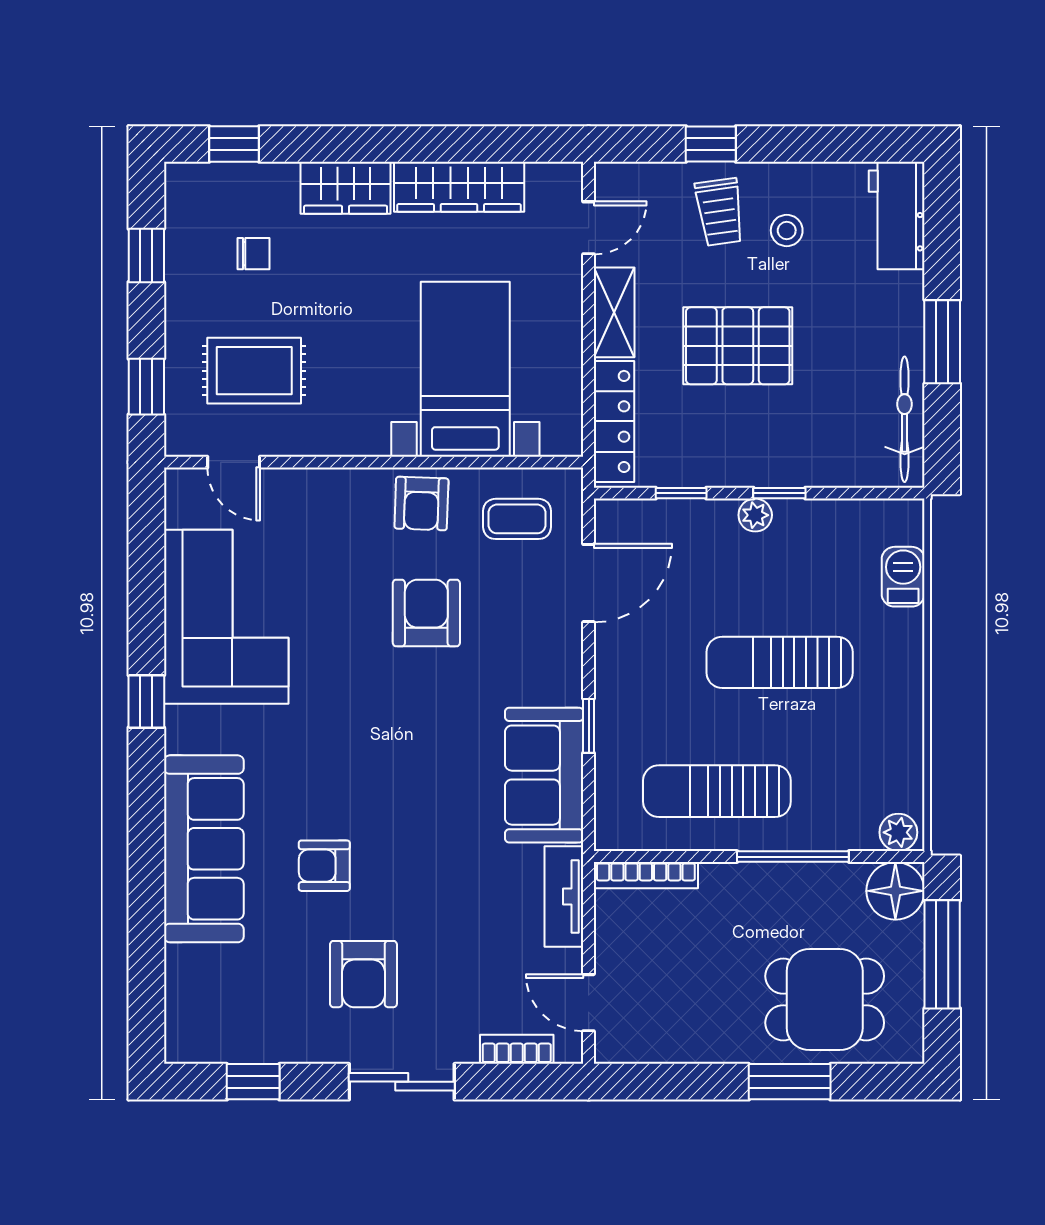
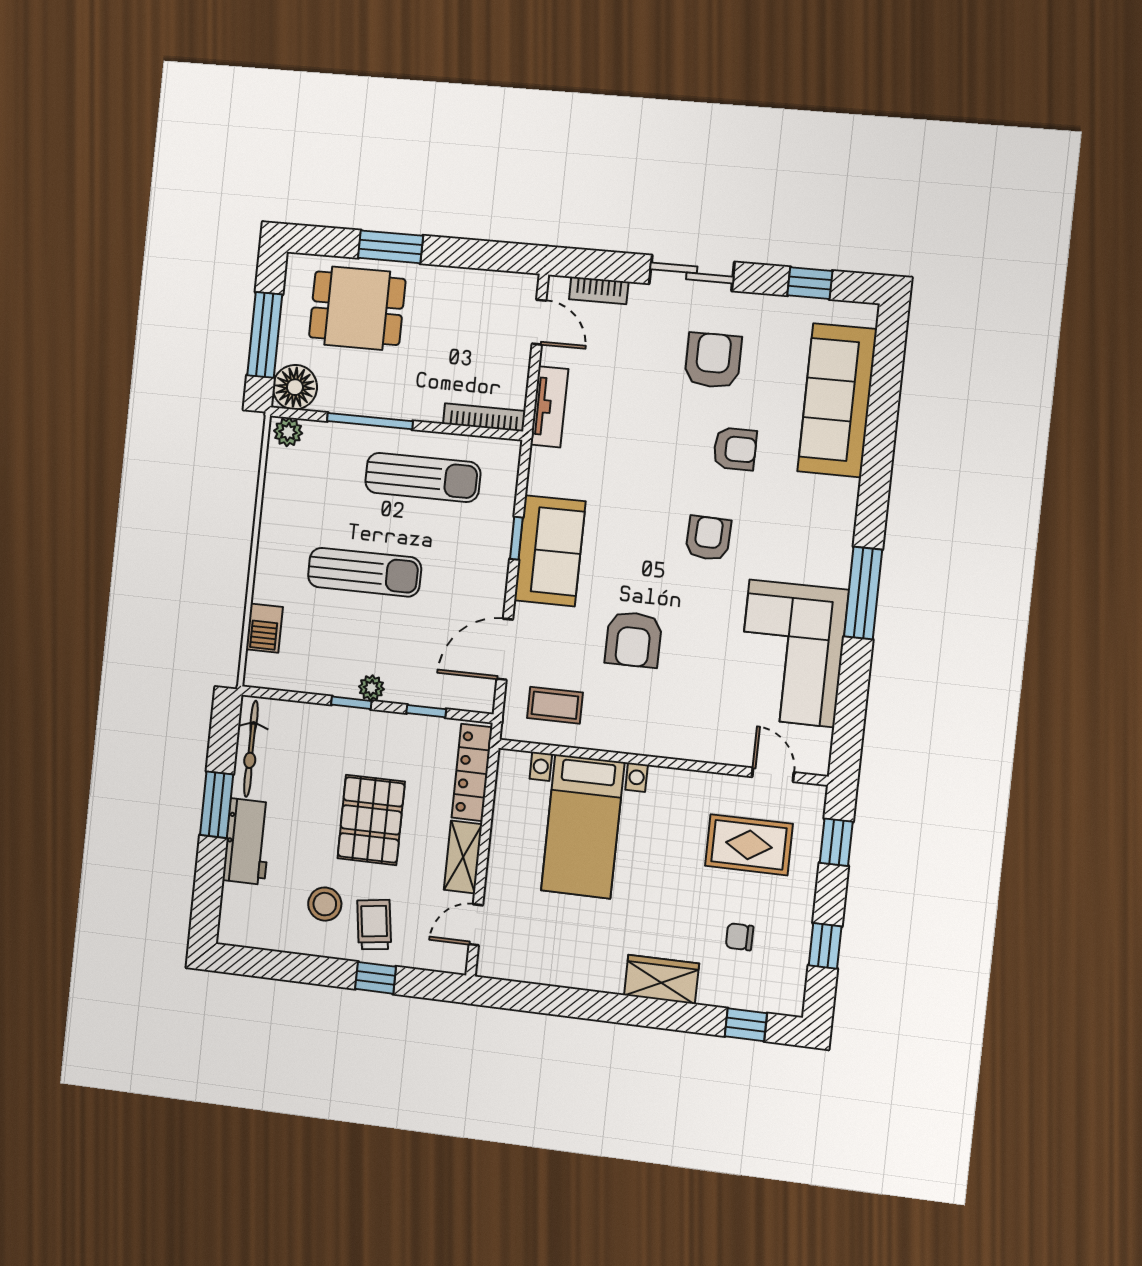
wardrobe: (459, 187) -> (573, 969), removed
workbench: (897, 216) -> (247, 842), moved
stool: (787, 230) -> (325, 904), width x1.37, depth x1.37
pallet: (738, 346) -> (371, 820), turned 90
armchair: (421, 504) -> (708, 538), moved
window: (146, 701) -> (863, 593), width x2.17
sofa: (544, 775) -> (550, 551), moved
sofa: (204, 849) -> (837, 400), moved

